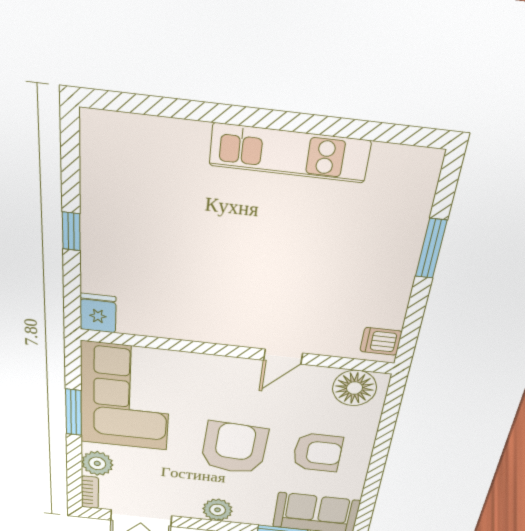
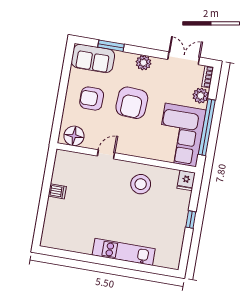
kitchen unit: (290, 153) -> (124, 252), moved
window: (431, 249) -> (43, 204), removed
stool: (200, 302) -> (141, 184), added
dishwasher: (381, 341) -> (57, 191), moved
window: (74, 412) -> (207, 127), width x2.11

